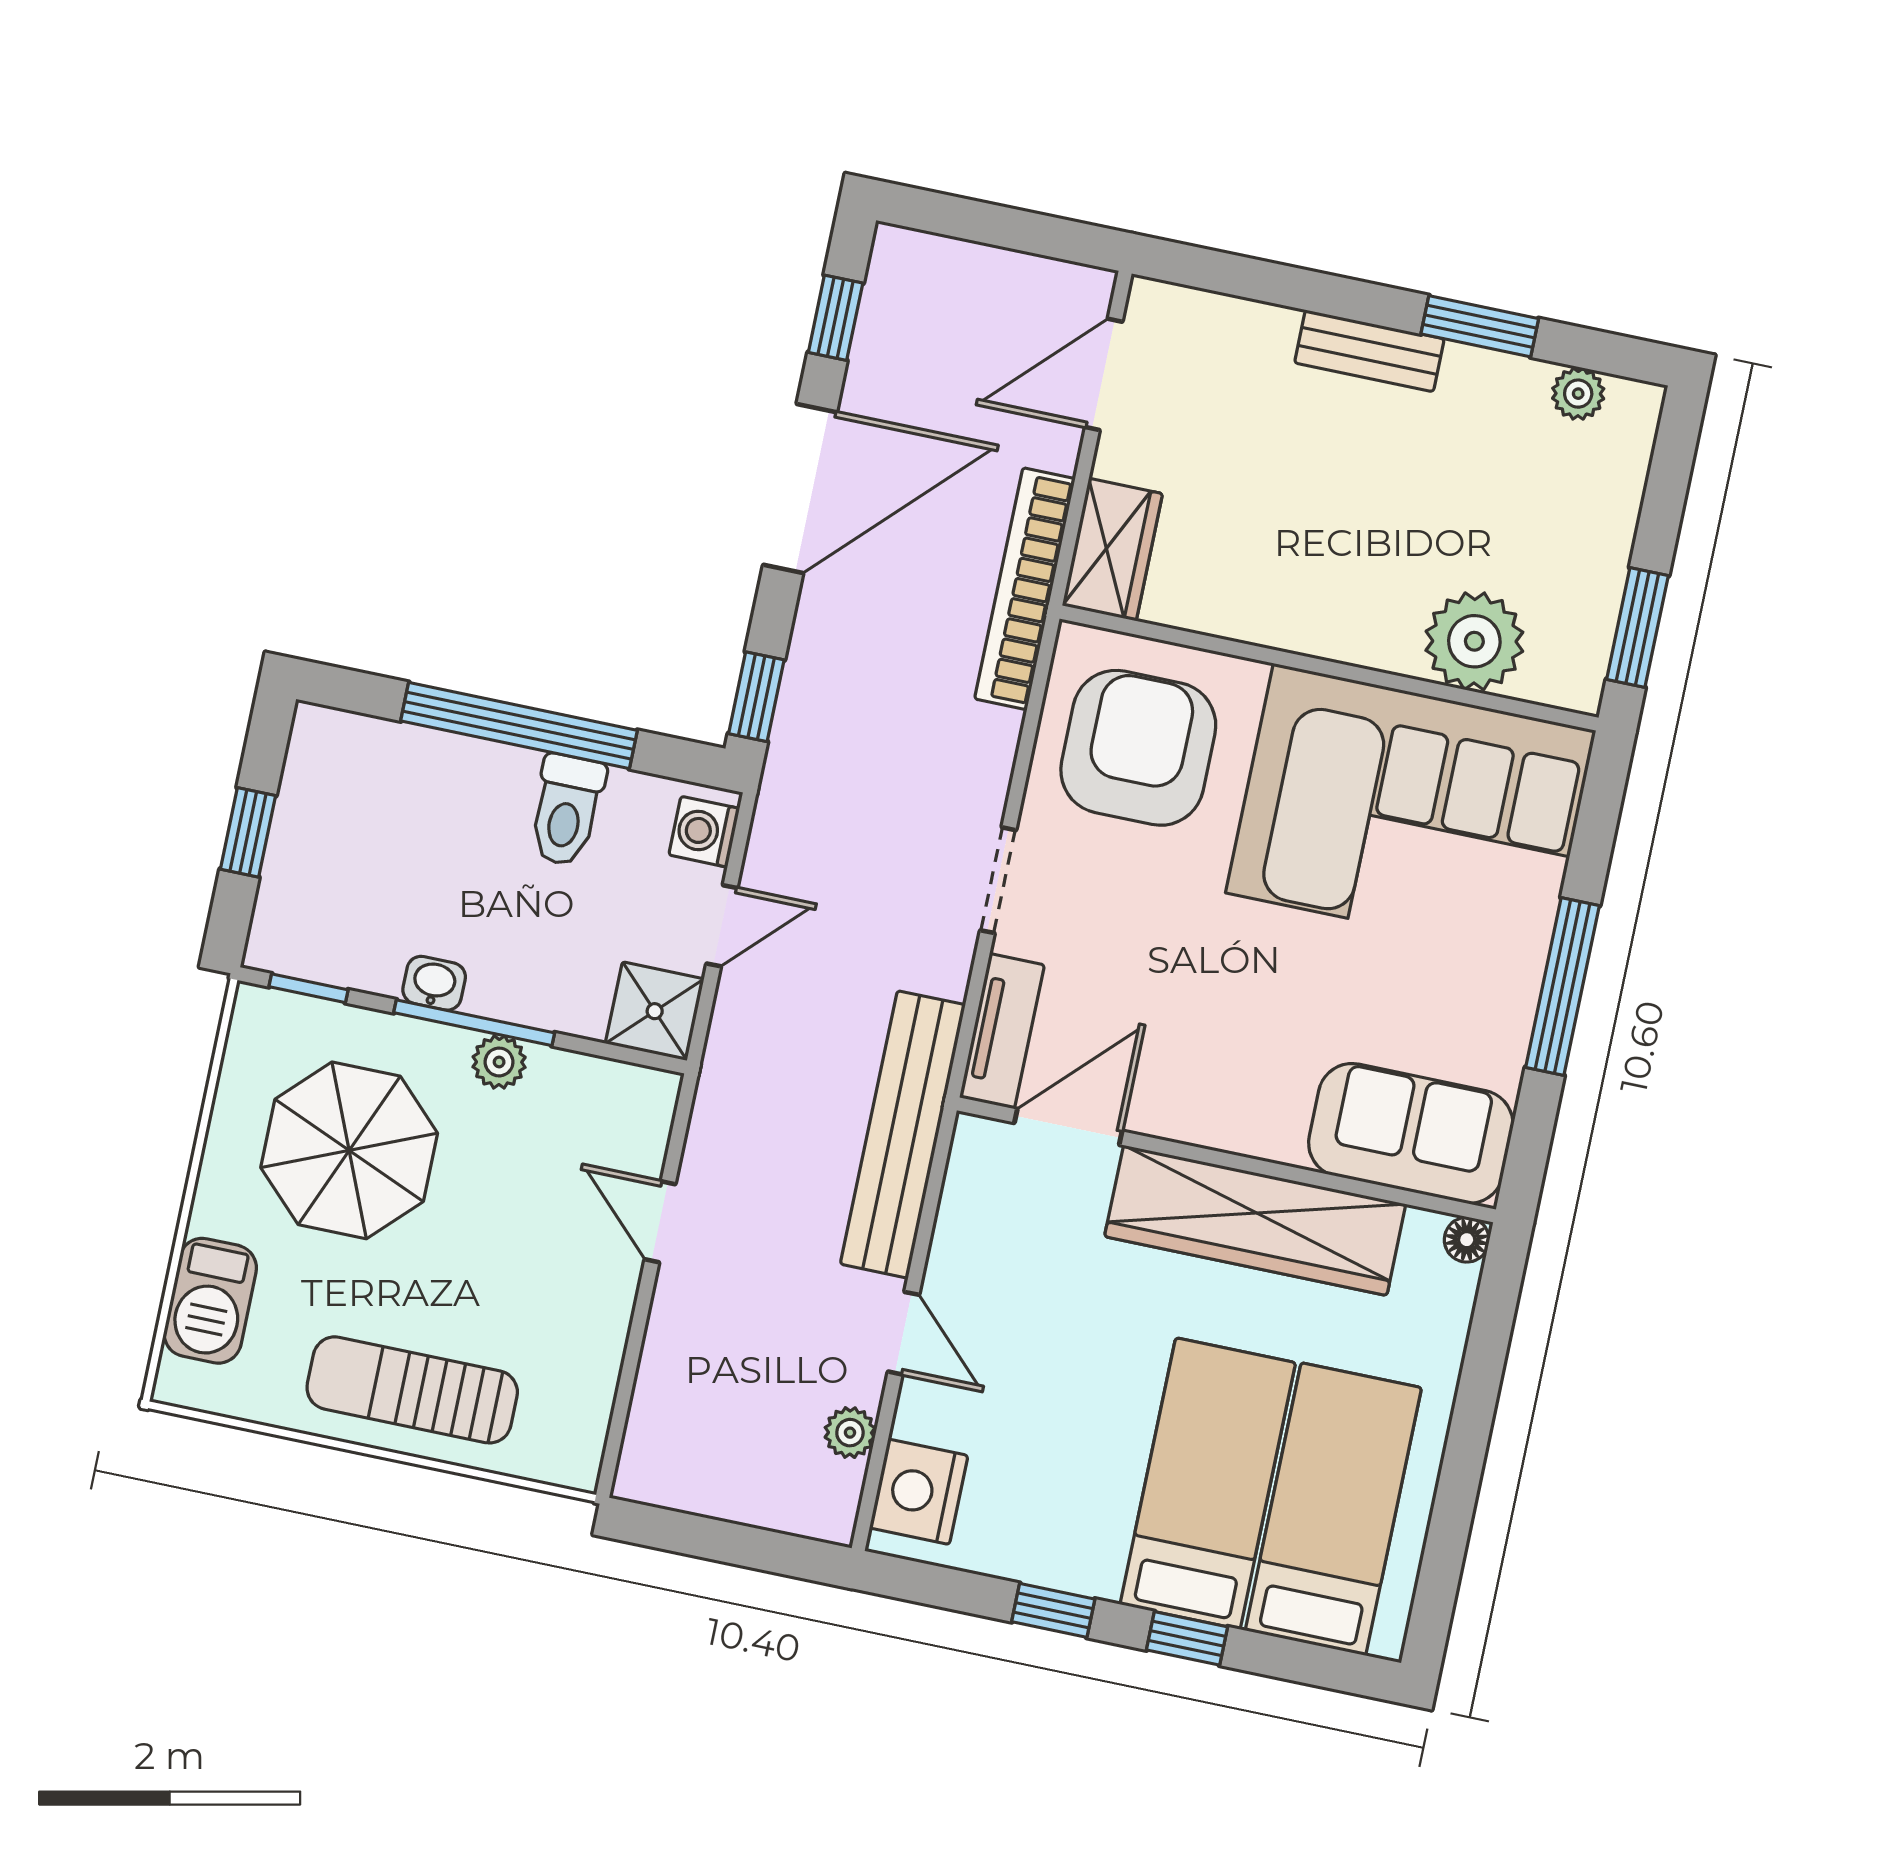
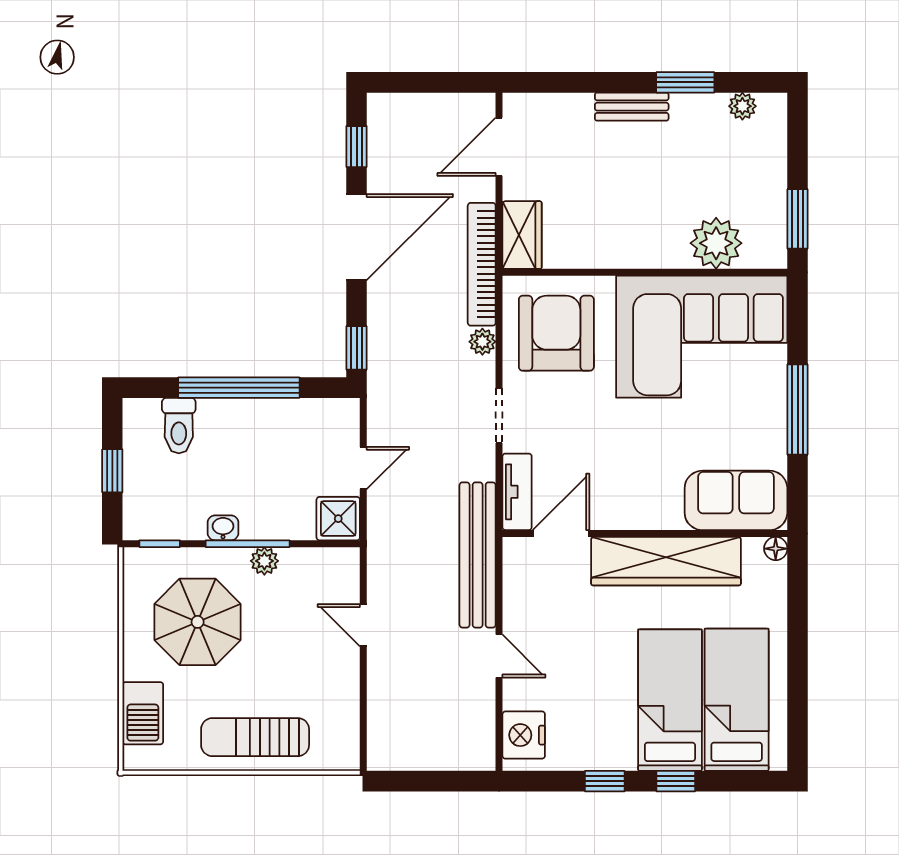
toilet: (567, 810) -> (179, 426), moved
washing machine: (704, 832) -> (344, 422), removed
plant: (850, 1433) -> (482, 342), moved

